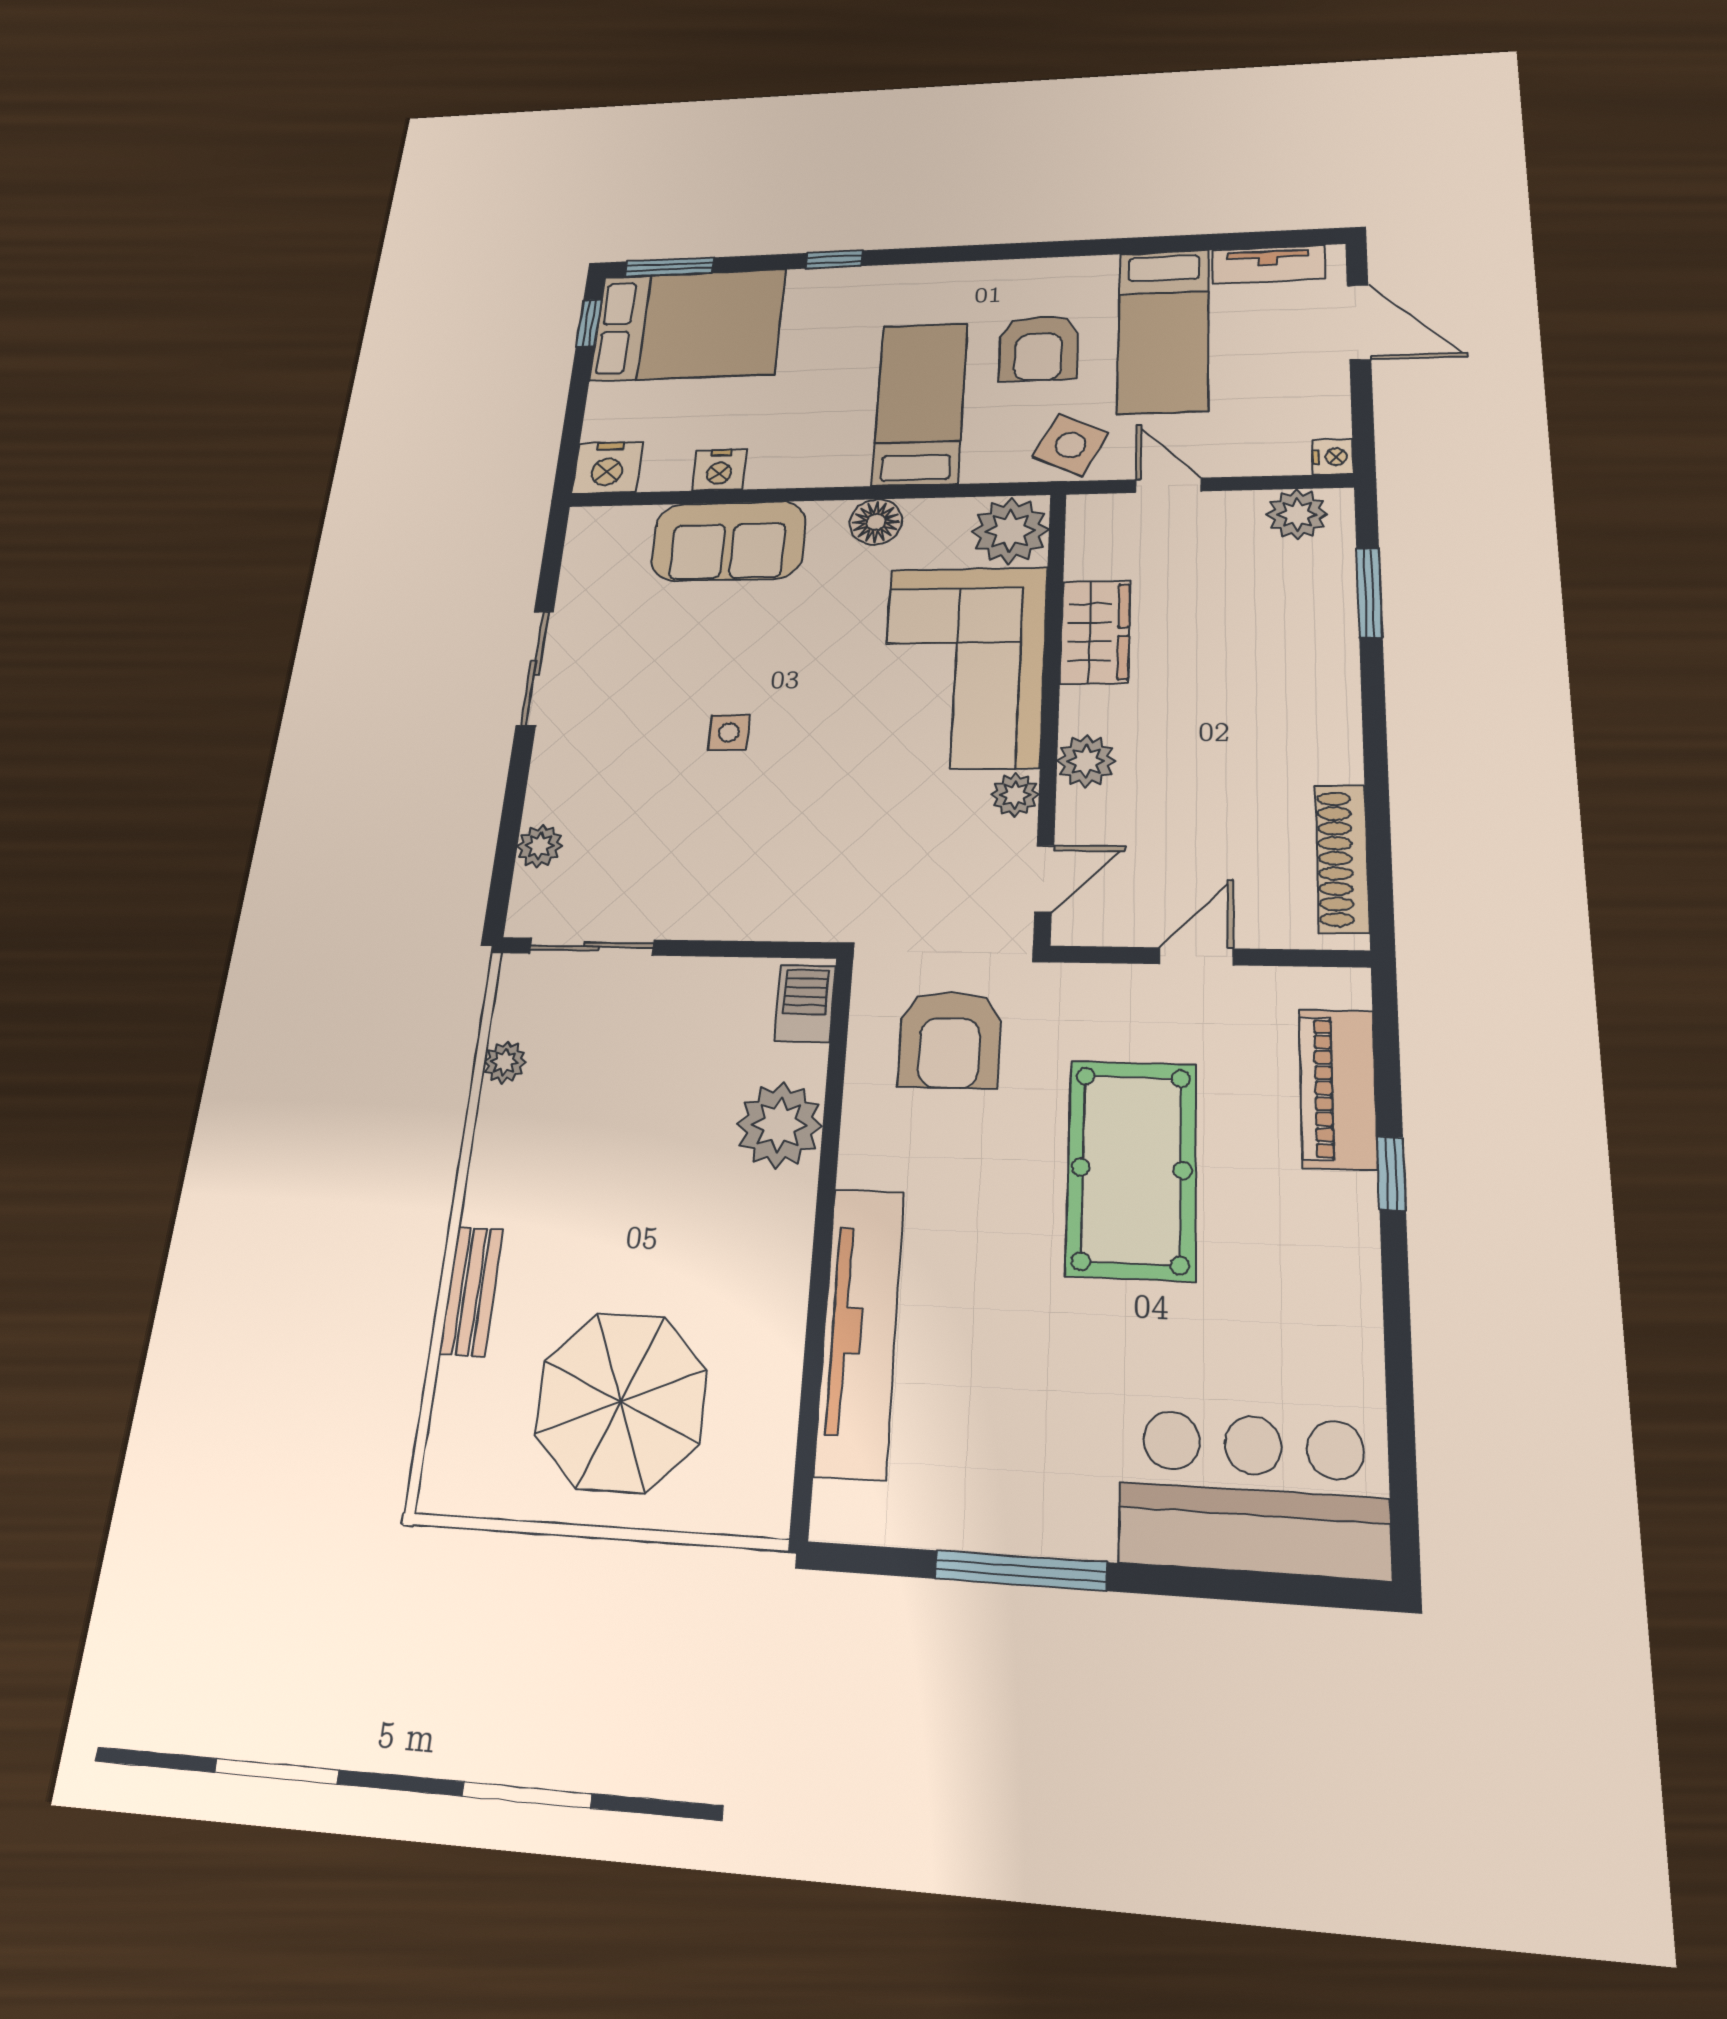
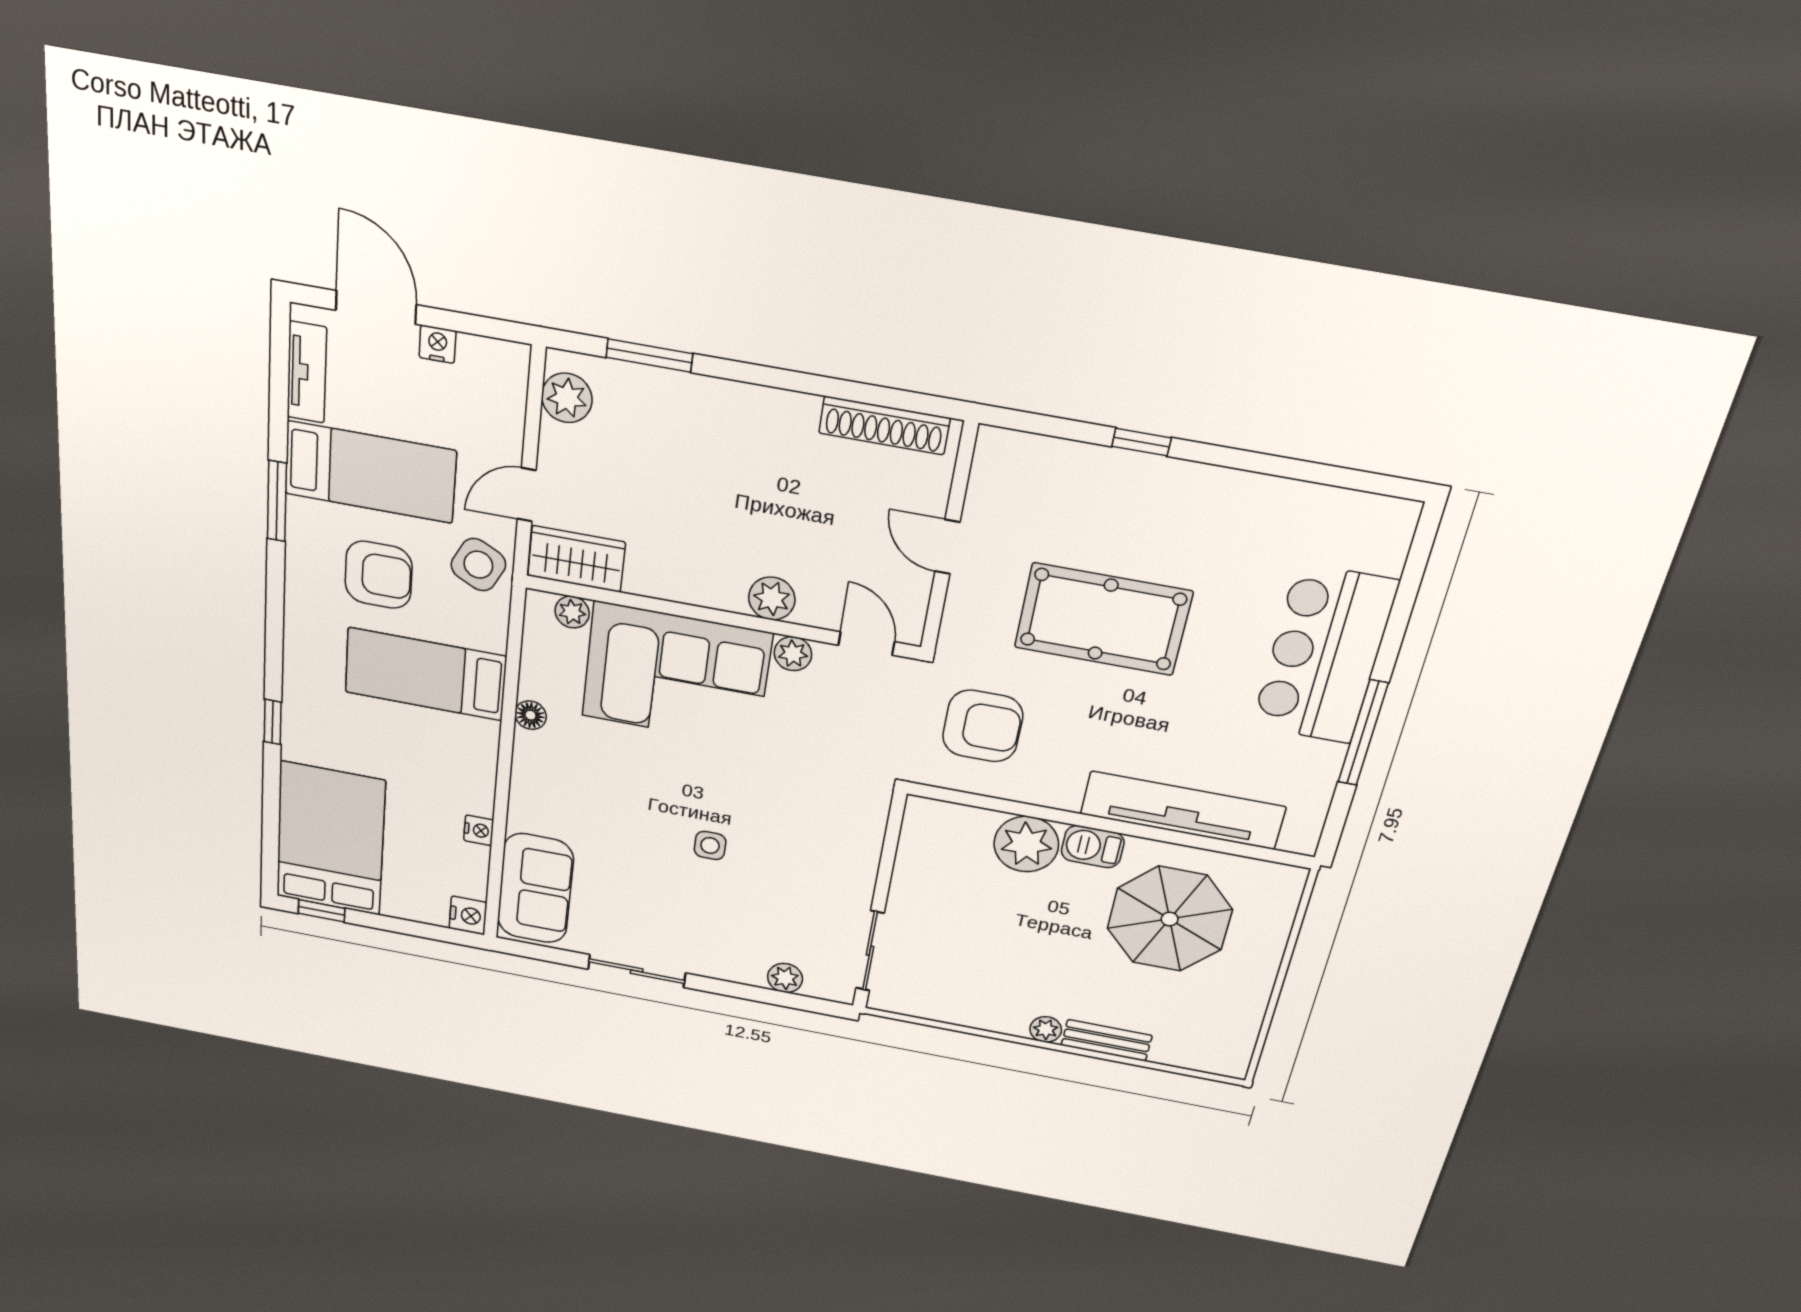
window: (669, 267) -> (277, 501), moved
door: (1359, 322) -> (376, 307), hinge flipped
nightstand: (1333, 457) -> (438, 344), moved
nightstand: (607, 468) -> (468, 916), width x0.74, depth x0.75
nightstand: (719, 470) -> (479, 830), width x0.72, depth x0.74
floor lamp: (876, 522) -> (531, 715), width x0.73, depth x0.73
plant: (1010, 531) -> (572, 612), width x0.53, depth x0.53
sofa: (728, 541) -> (535, 889), moved
wardrobe: (1095, 632) -> (576, 559), moved
barbecue: (805, 1004) -> (1093, 847), moved
plant: (505, 1062) -> (1046, 1029), moved
piano: (1338, 1088) -> (1070, 466), removed
parasol: (621, 1402) -> (1170, 919), moved
bar counter: (1253, 1493) -> (1324, 655), moved

